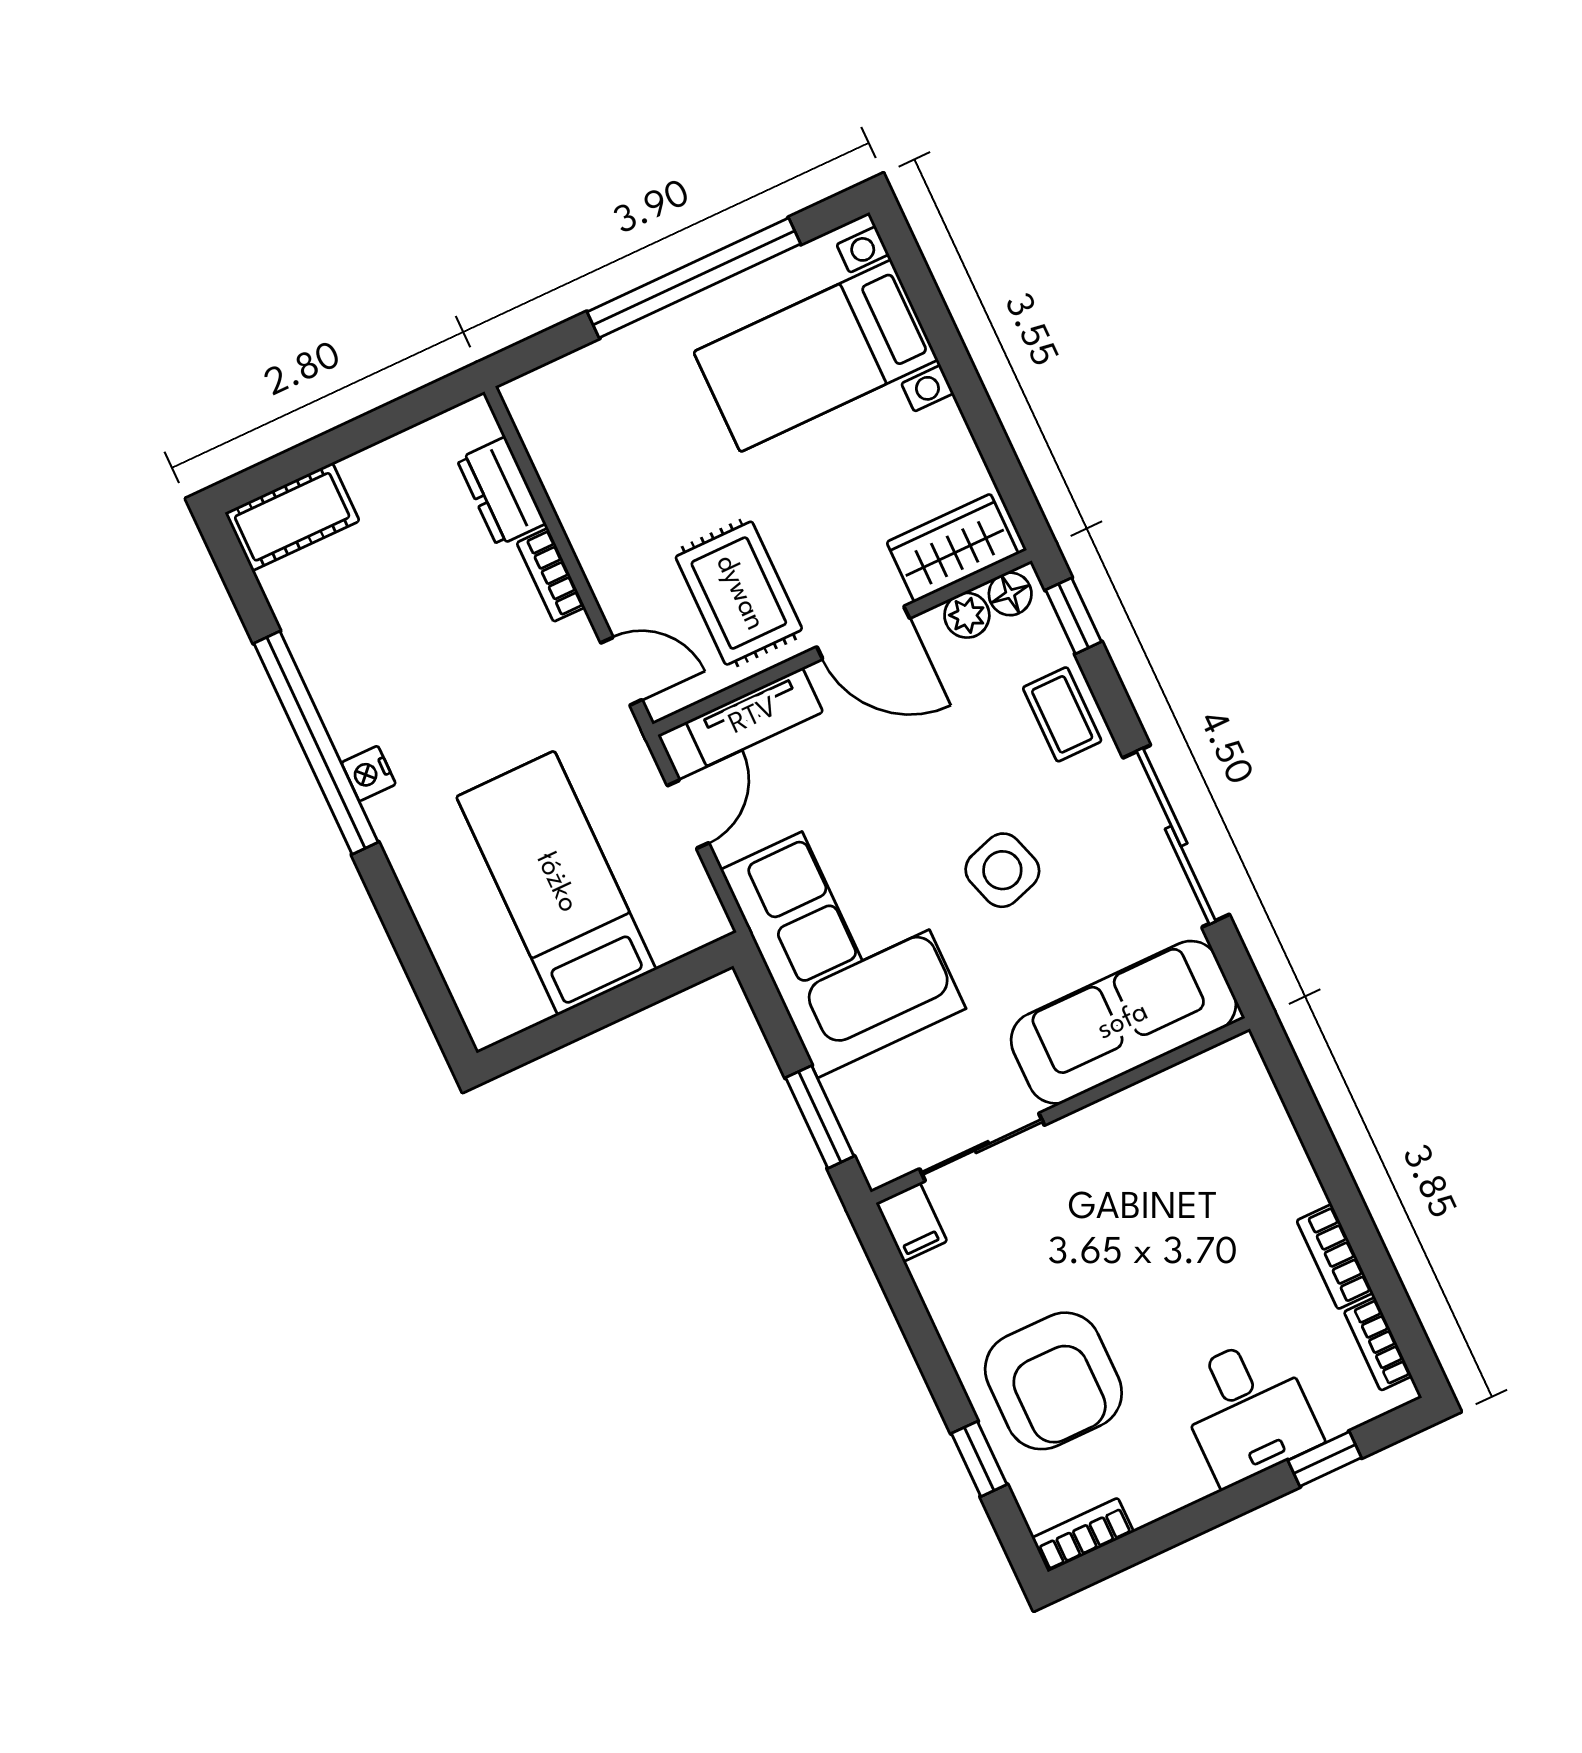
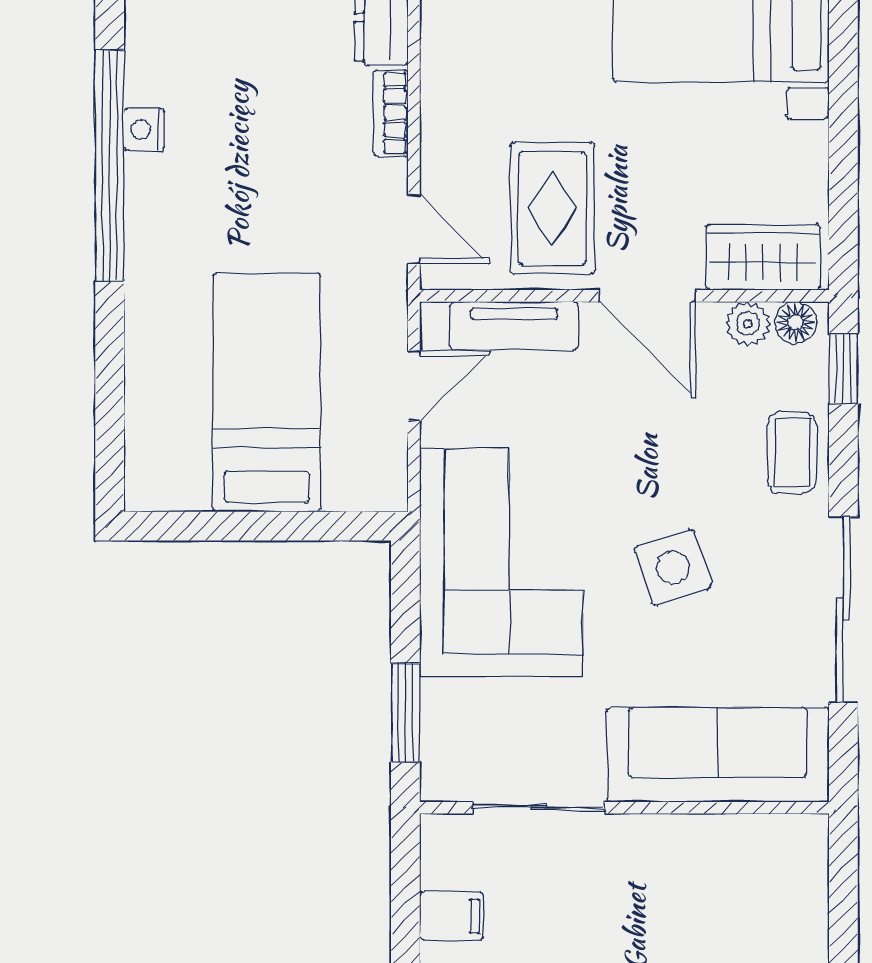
nightstand: (369, 773) -> (144, 130), moved
filing cabinet: (911, 1222) -> (452, 916), moved, turned -90

